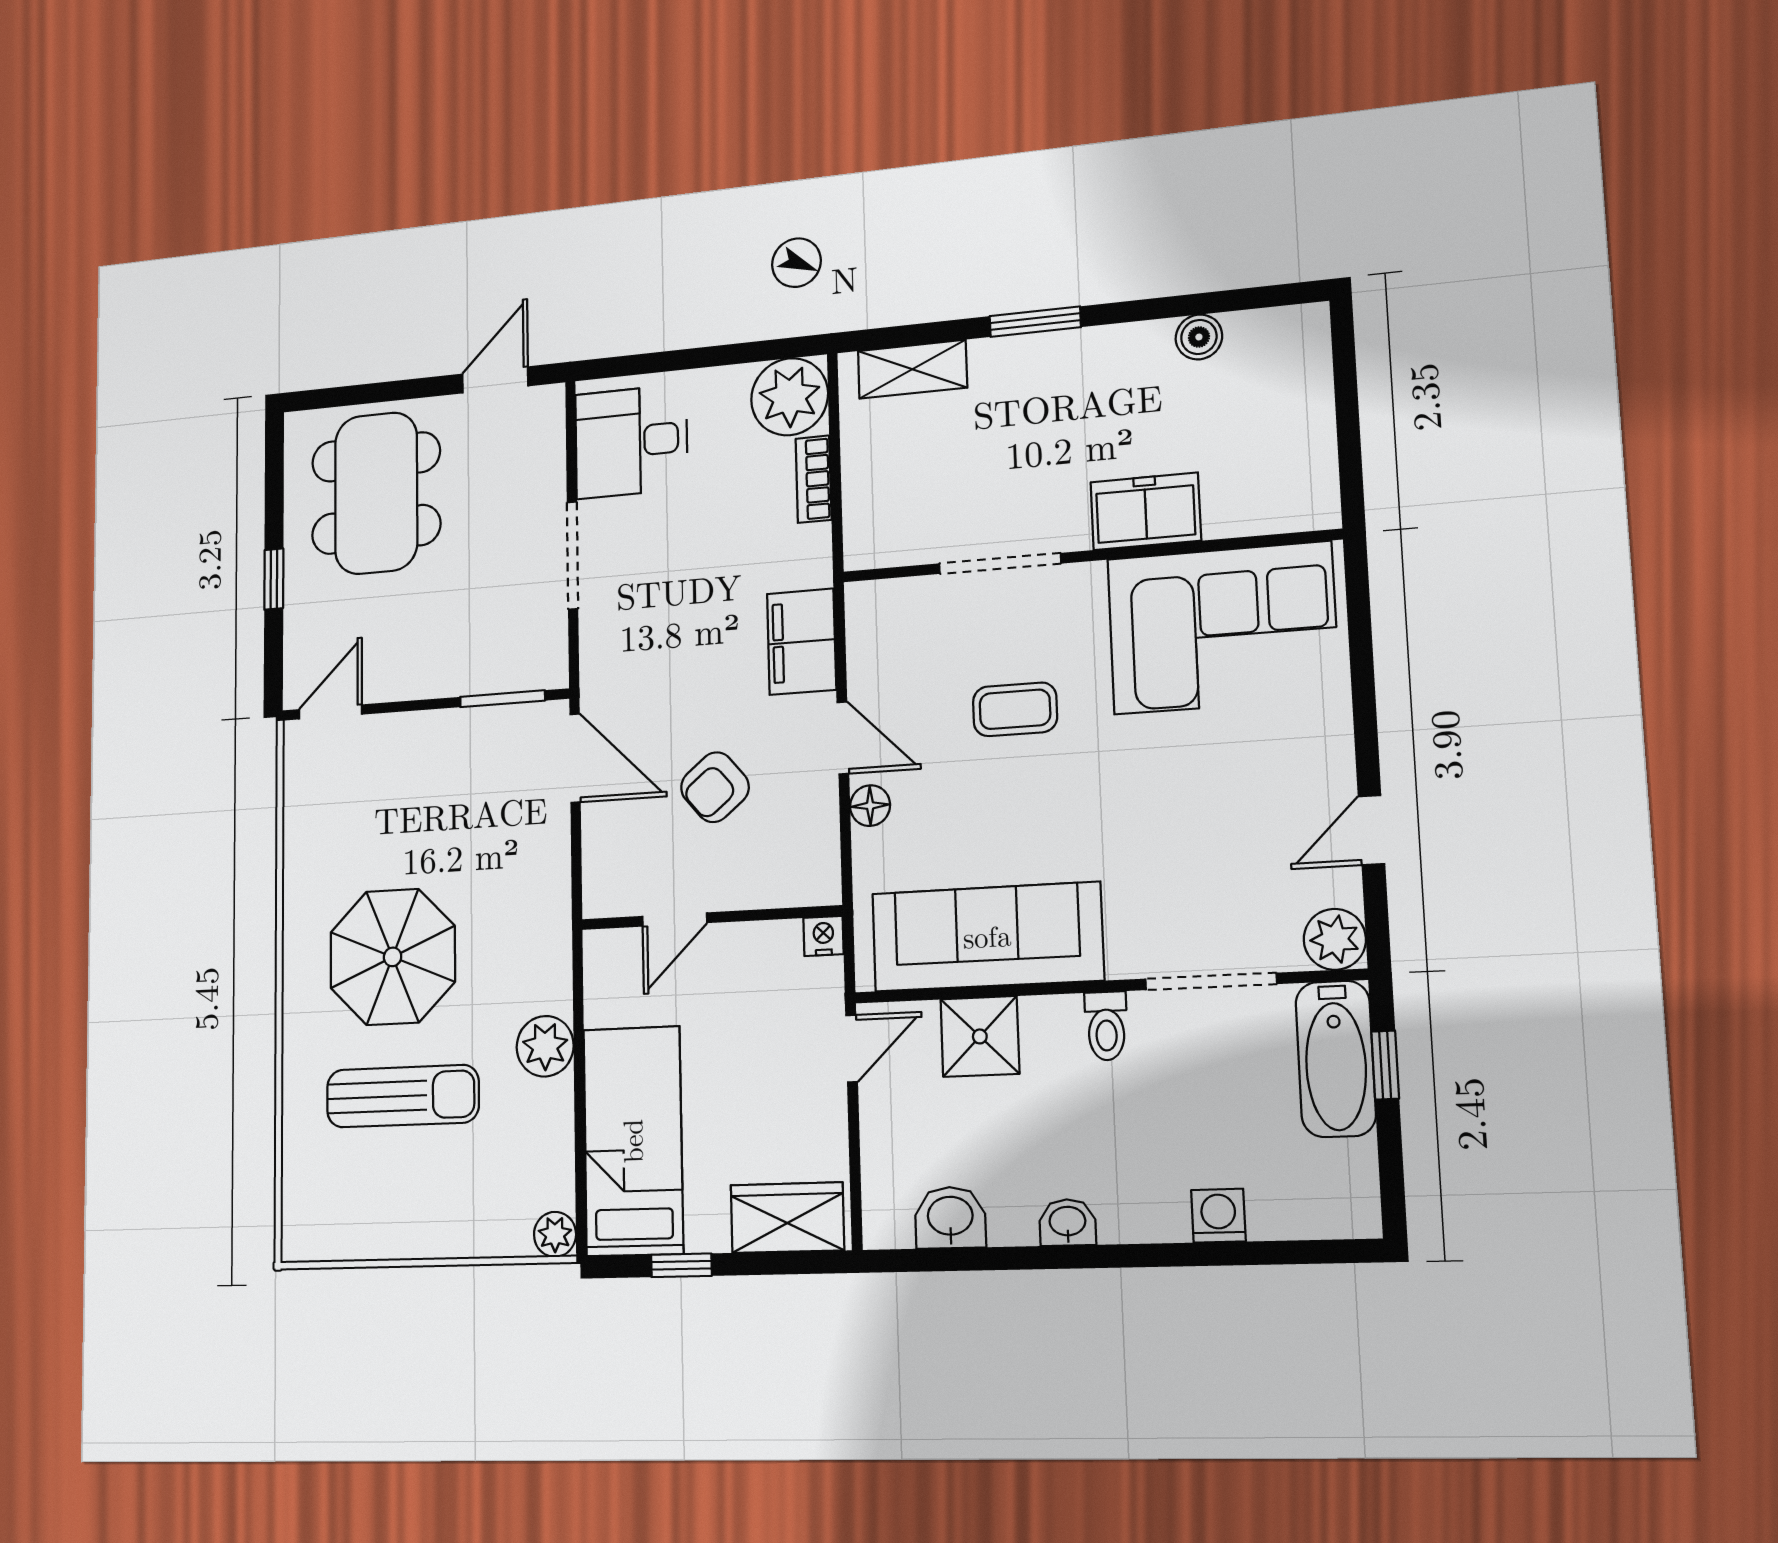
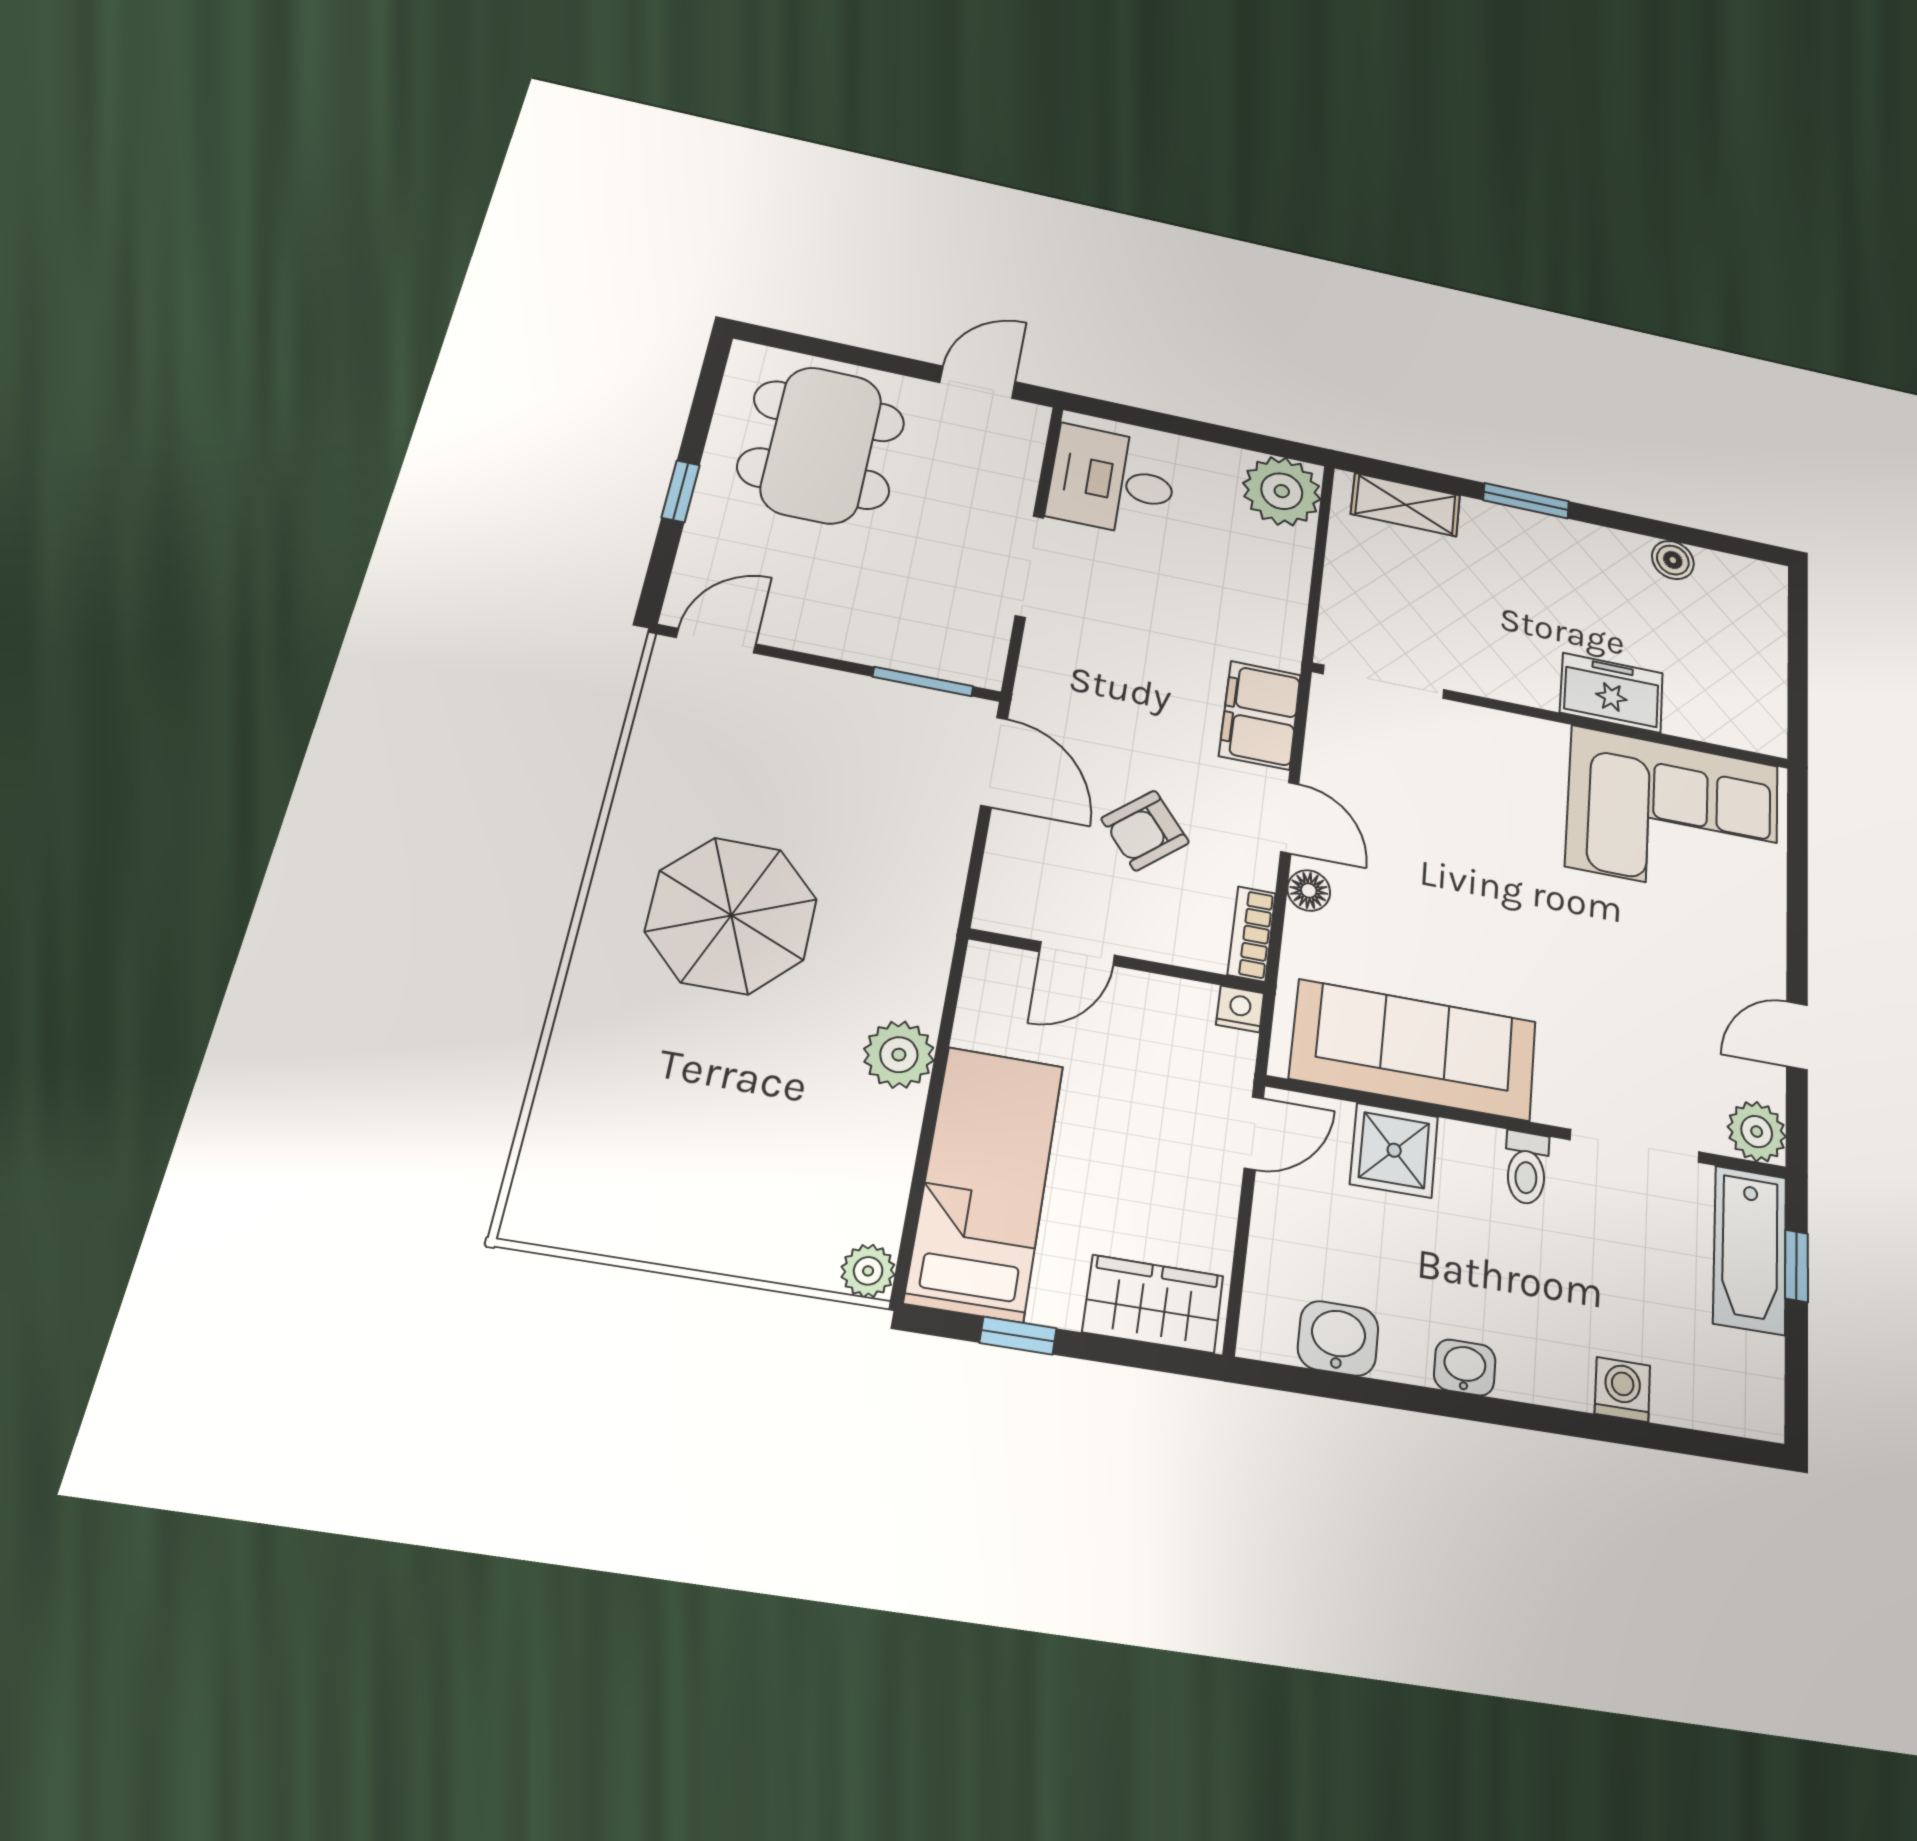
bookcase: (814, 479) -> (1252, 934), moved
doorway: (1000, 563) -> (1384, 682), moved
coffee table: (1015, 709) -> (1468, 836), removed
sun lounger: (403, 1096) -> (708, 1073), removed

